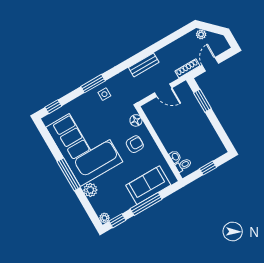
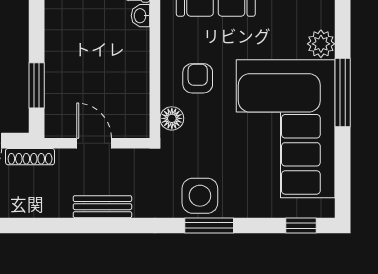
side table: (104, 94) -> (200, 196), width x1.87, depth x1.87
armchair: (135, 144) -> (198, 78), turned 90

